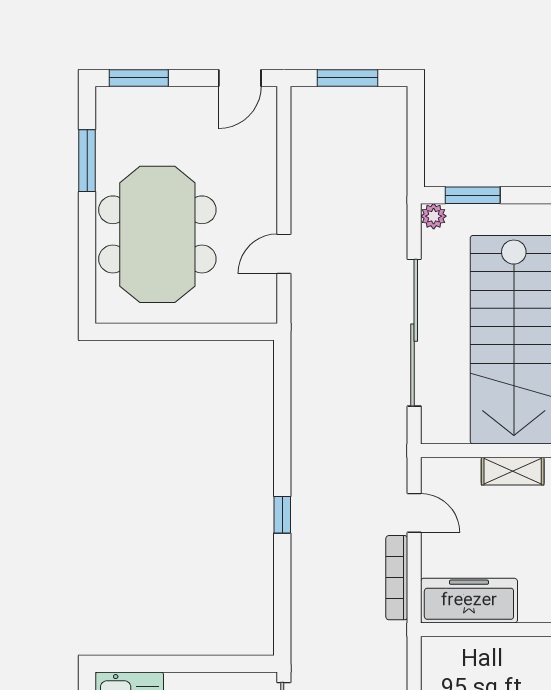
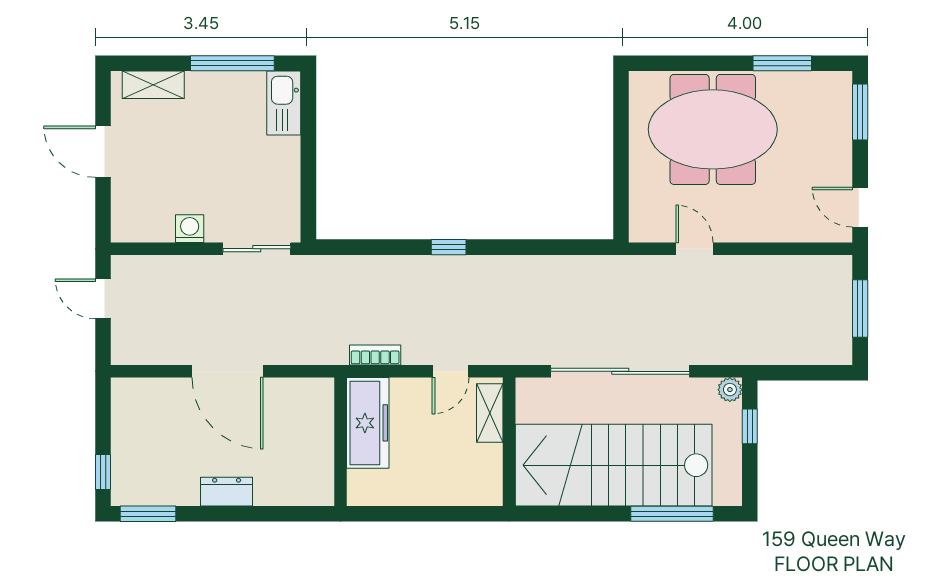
window: (473, 195) -> (750, 426), width x0.67
shelving: (513, 471) -> (490, 413), moved
bookcase: (397, 578) -> (375, 355), width x0.64

